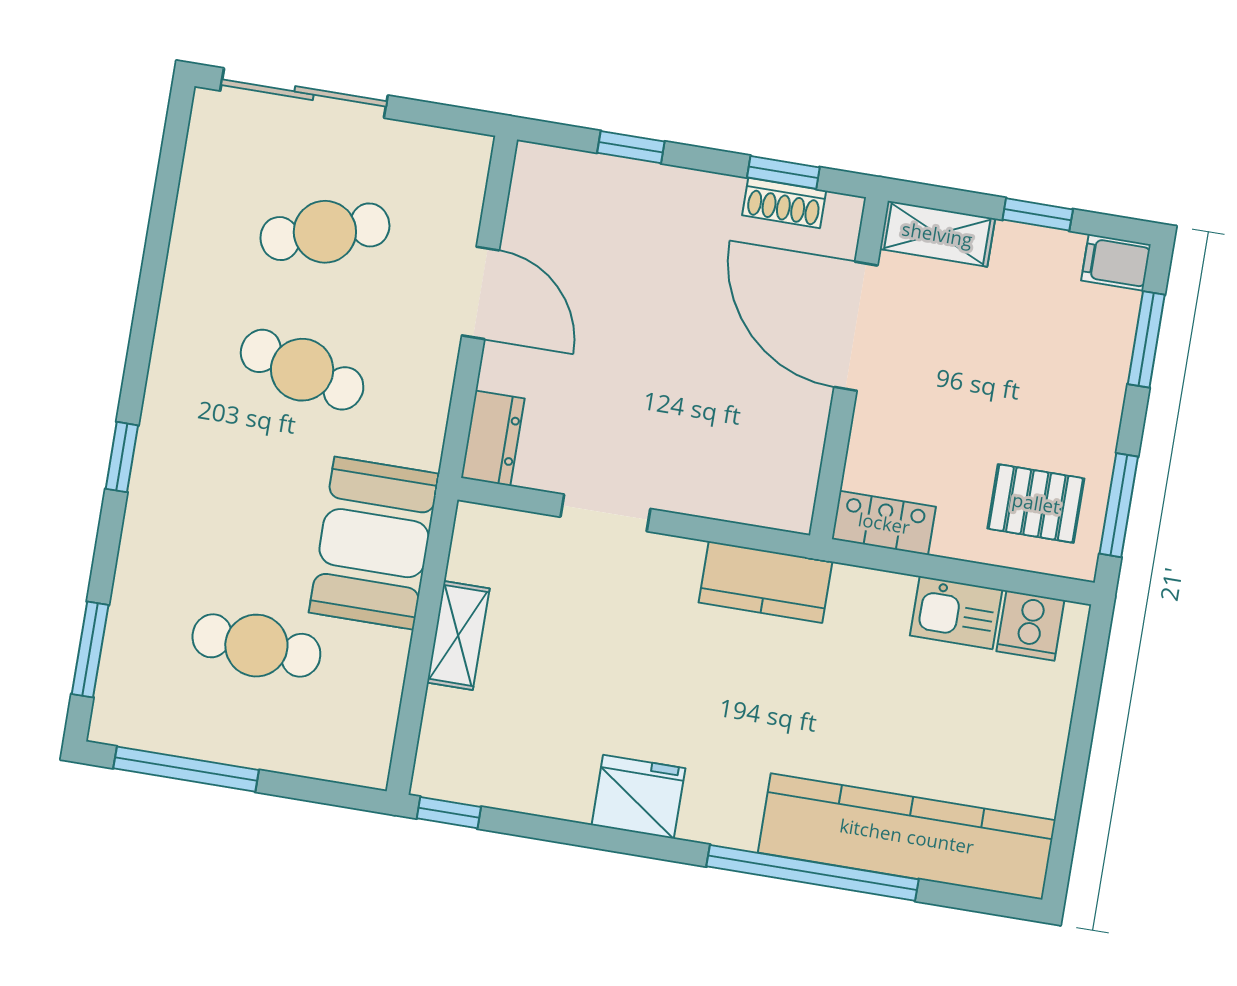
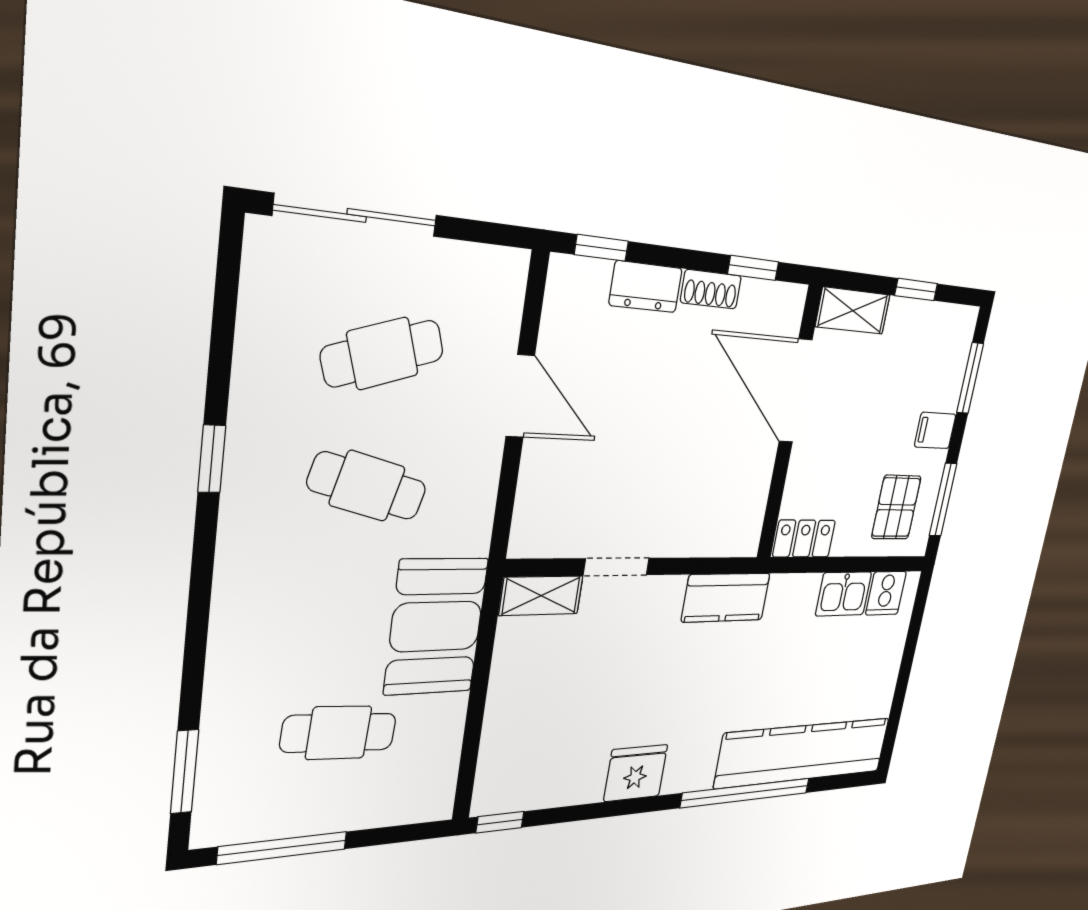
window: (631, 147) -> (601, 248), moved
shoe rack: (784, 203) -> (711, 289), moved
filing cabinet: (1116, 262) -> (935, 430), moved
dresser: (493, 438) -> (646, 287), moved, turned 90
window: (122, 457) -> (212, 459), moved
pallet: (1036, 503) -> (896, 507), turned 90
shelving: (458, 635) -> (541, 596), moved, turned 90

